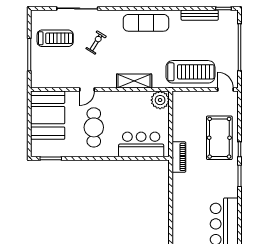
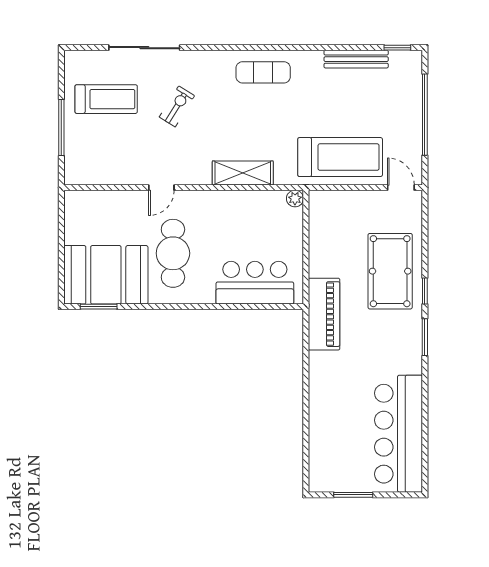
exercise mat: (146, 23) -> (263, 72), width x0.73, depth x0.69
plant: (160, 100) -> (295, 199), width x0.53, depth x0.53
booth: (48, 115) -> (106, 275), moved, turned 90
piano: (179, 157) -> (324, 314), width x1.37, depth x1.33

